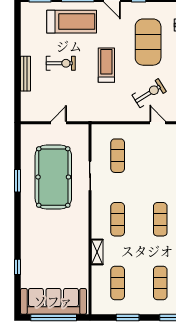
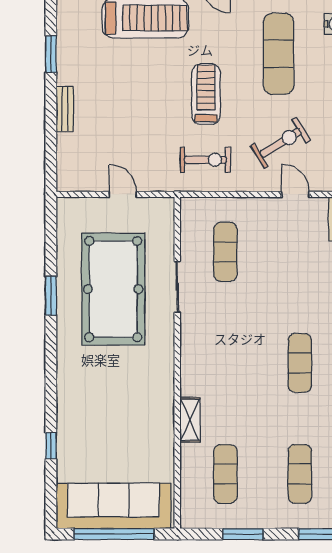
window: (17, 42) -> (51, 54), added
exercise mat: (148, 42) -> (279, 54), width x0.68
exercise bike: (61, 63) -> (205, 160), moved
bench: (25, 74) -> (65, 109), width x0.73
door: (59, 123) -> (123, 194), hinge flipped
exercise mat: (118, 219) -> (225, 363), removed

